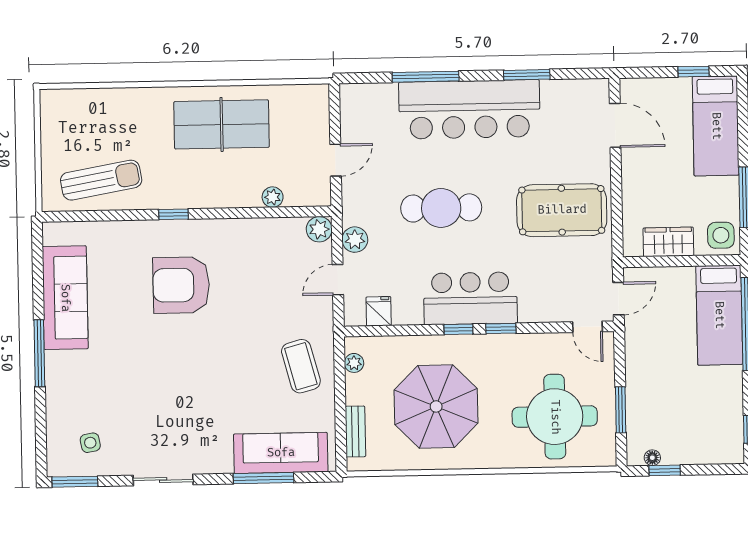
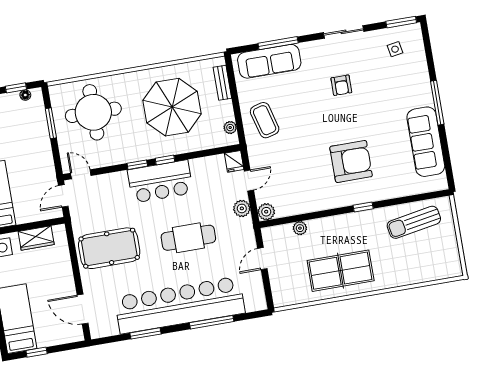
bar counter: (469, 109) -> (180, 305), width x1.36
fridge: (379, 311) -> (234, 161), moved
armchair: (178, 401) -> (341, 85), added

